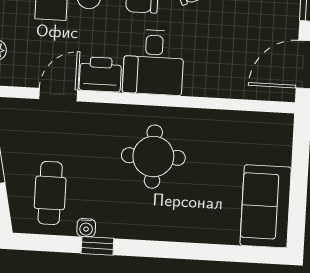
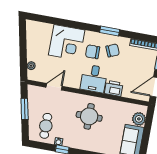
printer: (100, 74) -> (114, 88), moved
plant: (276, 148) -> (139, 119), added

